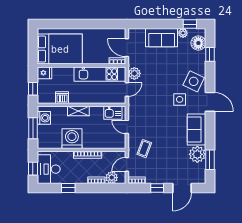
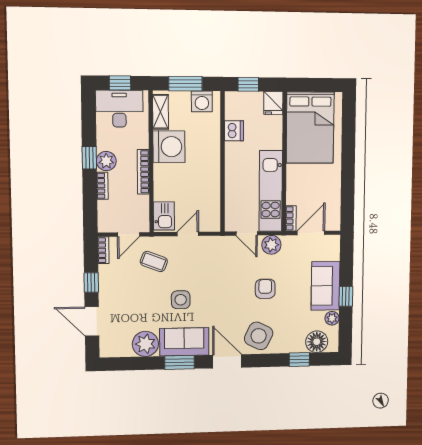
window: (190, 24) -> (346, 296), moved
armchair: (163, 77) -> (265, 289), added
side table: (180, 99) -> (181, 300), moved
door: (210, 102) -> (227, 361), swing flipped
shelving: (78, 111) -> (161, 112), moved
kitchen sink: (113, 113) -> (164, 216), moved, turned 180
window: (210, 160) -> (179, 362), moved
door: (127, 164) -> (129, 234), swing flipped
plant: (112, 178) -> (106, 161), moved
window: (68, 188) -> (89, 158), moved

